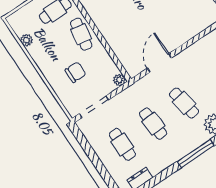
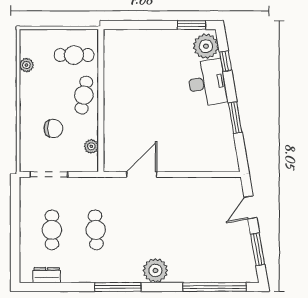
plant: (119, 80) -> (91, 146), moved
cafe table: (184, 103) -> (139, 230), removed

